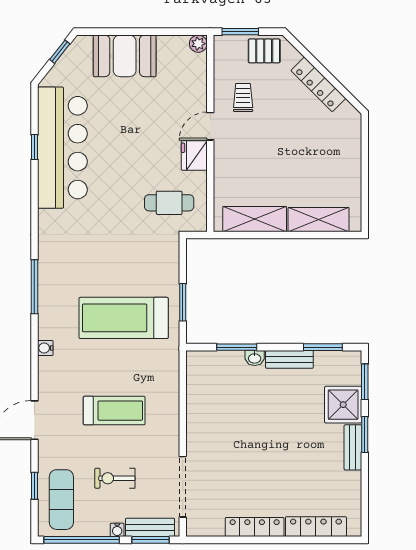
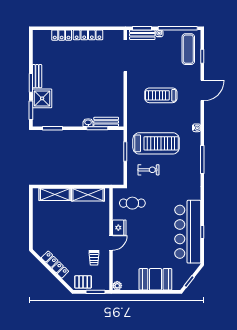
bench: (289, 359) -> (106, 122), moved
exercise bike: (115, 478) -> (149, 170), moved
locker: (316, 527) -> (62, 35), width x0.66

